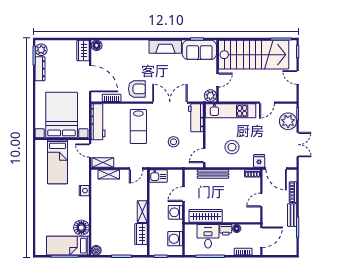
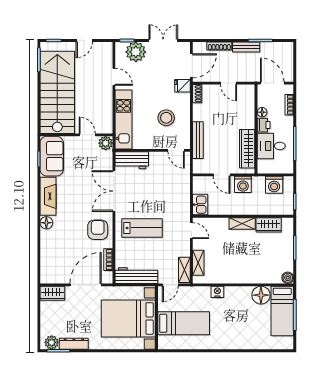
floor lamp: (97, 45) -> (46, 223), moved
stool: (174, 142) -> (160, 187), removed

